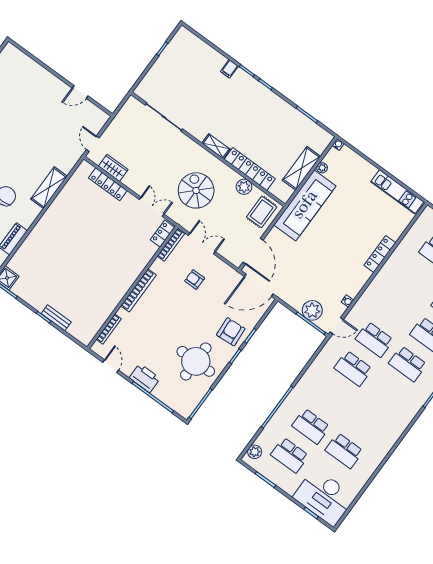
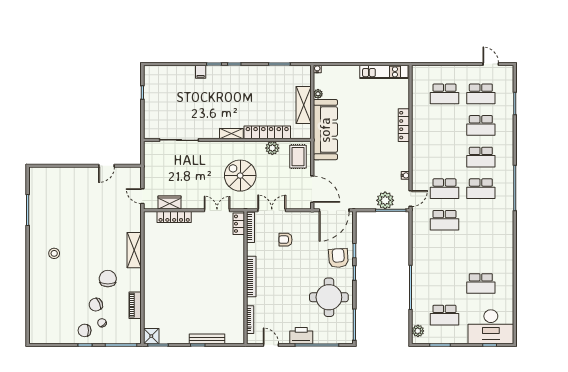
bench: (56, 318) -> (207, 339), width x1.36
school desk: (311, 426) -> (444, 283), removed

